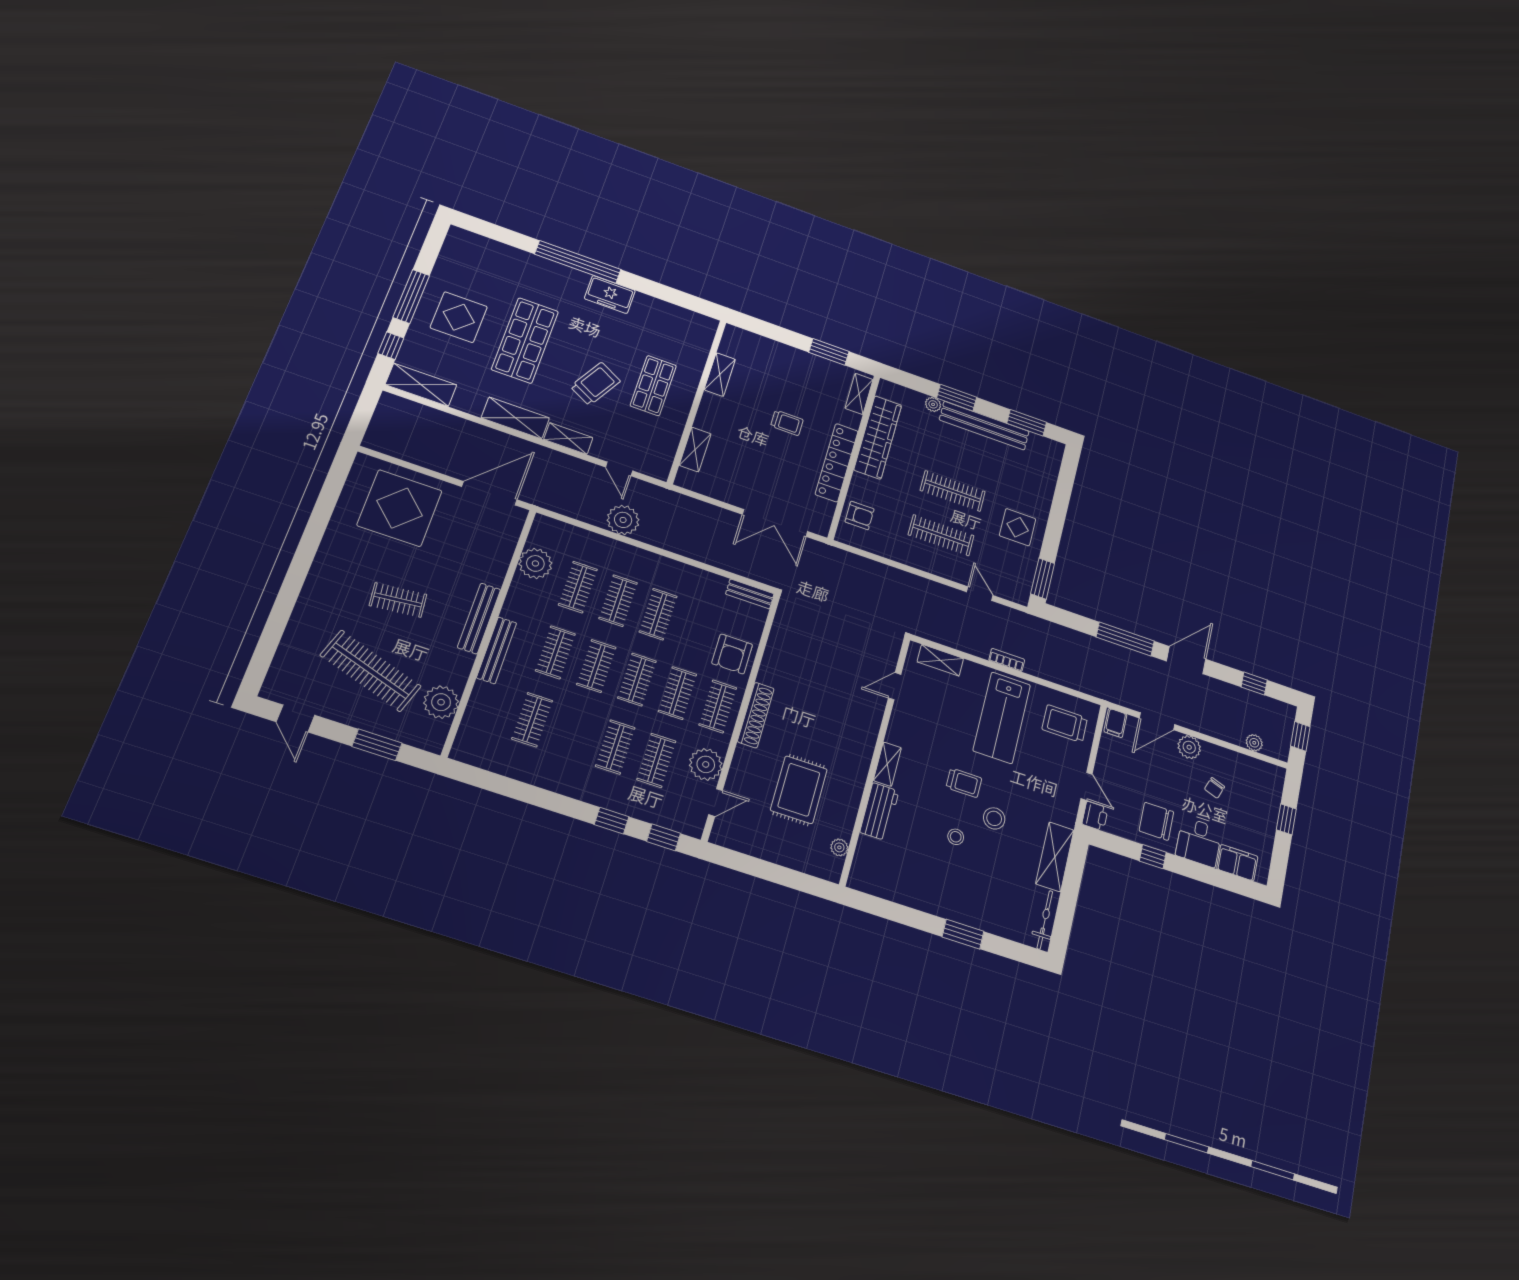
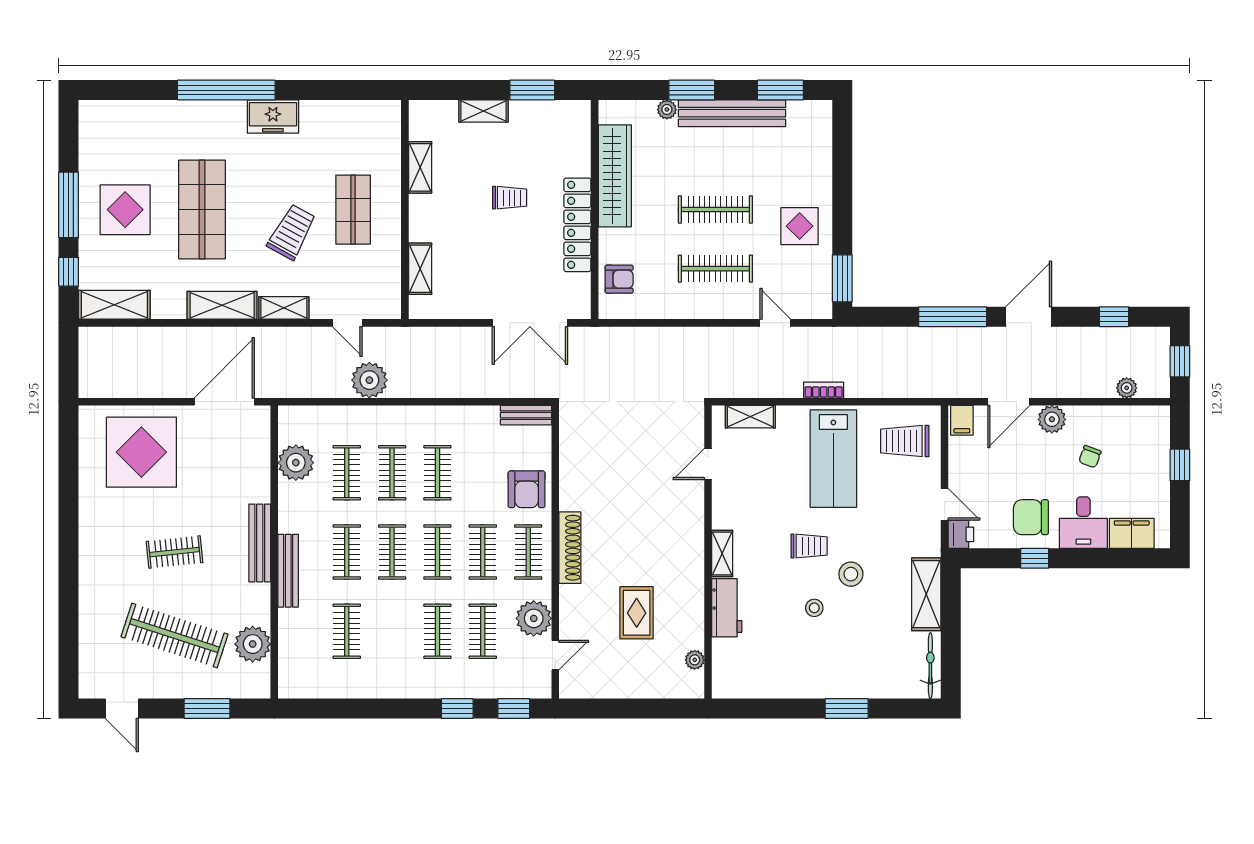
shelving: (859, 394) -> (484, 111), moved, turned 90
rug: (799, 790) -> (637, 613), width x0.73, depth x0.70

